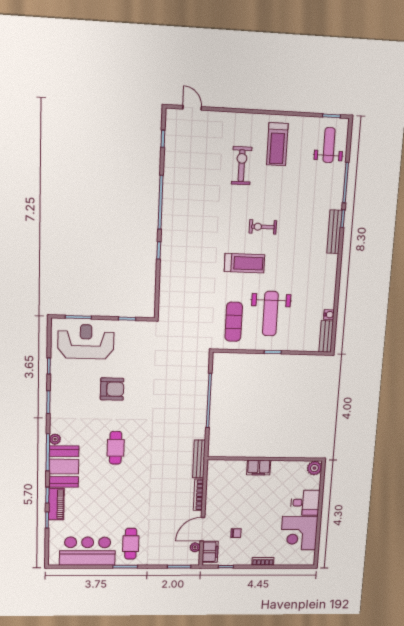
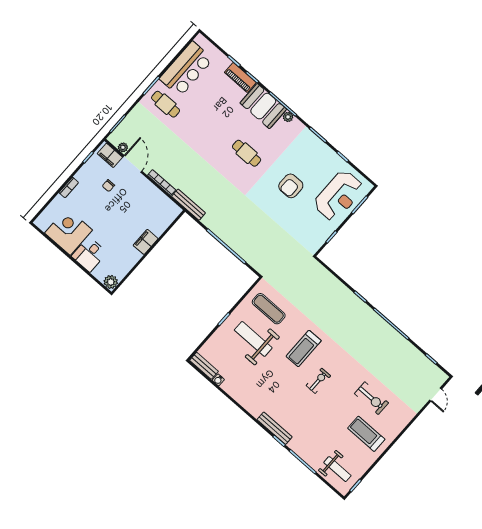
door: (192, 108) -> (436, 395), hinge flipped

